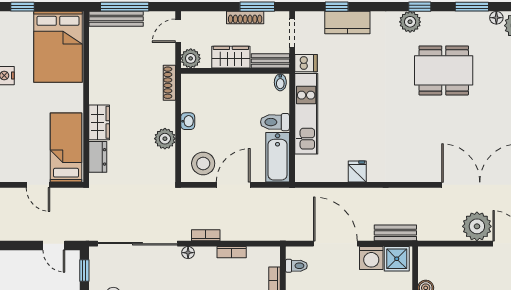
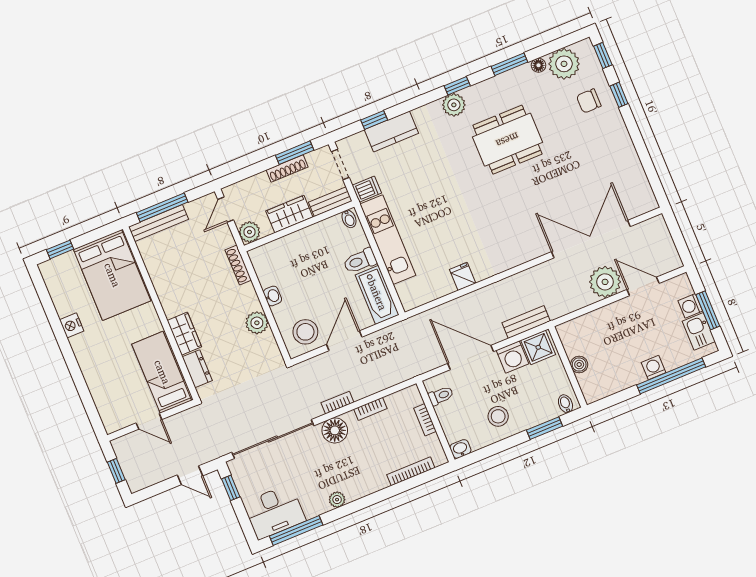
floor lamp: (188, 253) -> (335, 430), width x1.89, depth x1.89

